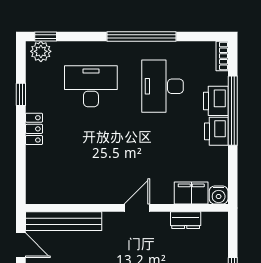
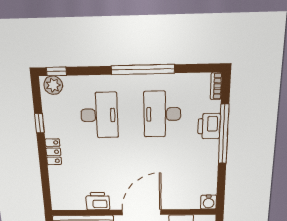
desk: (91, 86) -> (99, 115), turned 90
printer: (216, 131) -> (98, 201), moved, turned 90
filing cabinet: (191, 193) -> (186, 201), removed
door: (137, 208) -> (142, 212), width x1.87

